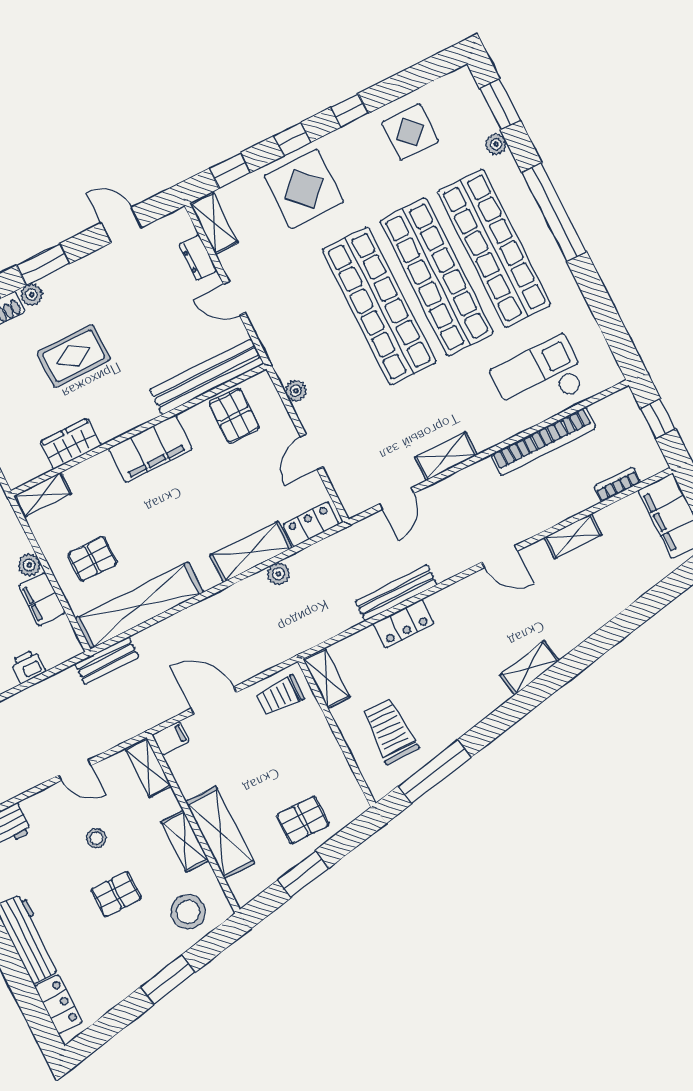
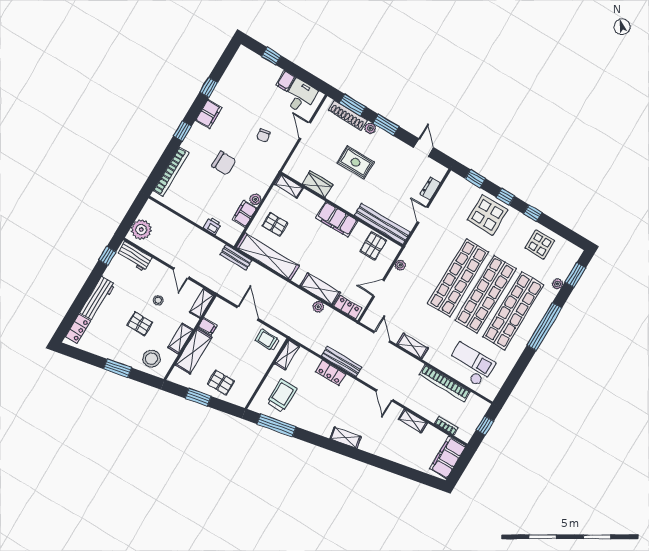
shelving: (214, 223) -> (449, 186), removed
door: (397, 498) -> (382, 337), swing flipped
filing cabinet: (171, 738) -> (207, 326), moved

